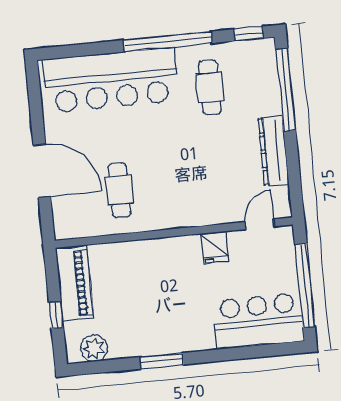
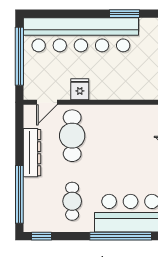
window: (168, 42) -> (121, 236), moved
cafe table: (119, 190) -> (72, 136), moved, width x1.37, depth x1.35
bar counter: (258, 321) -> (81, 35), width x1.86

